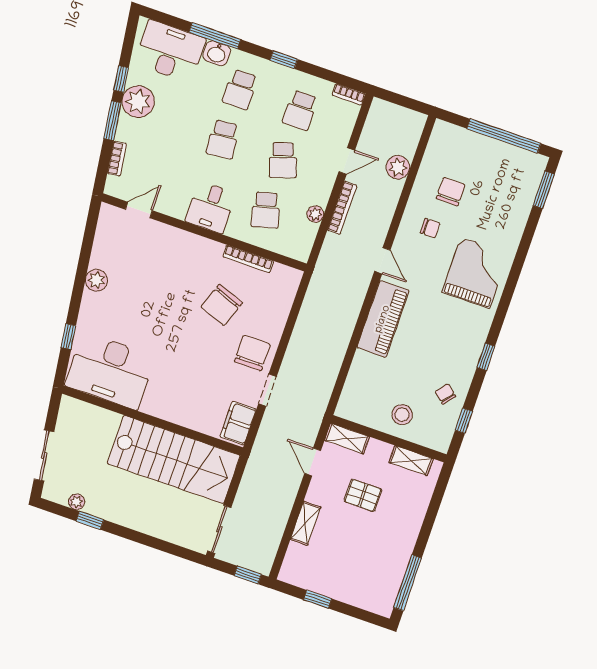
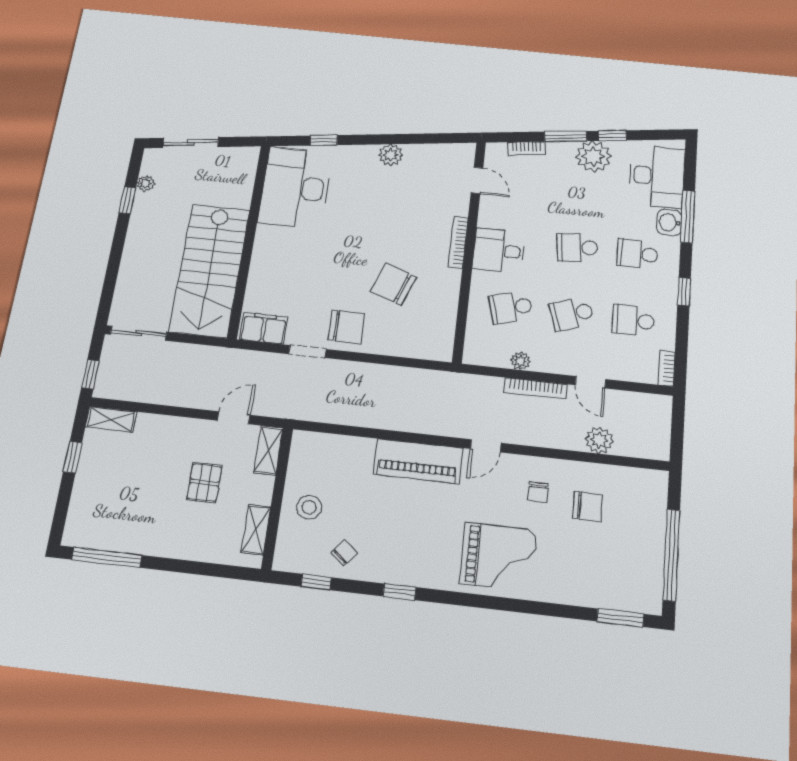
bookcase: (248, 259) -> (458, 243), moved
shelving: (305, 523) -> (111, 419), moved

